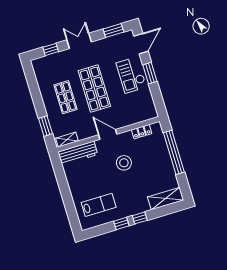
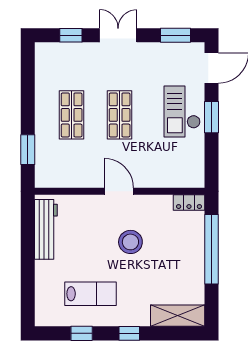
shop shelf: (94, 88) -> (120, 115), width x0.70, depth x0.74
locker: (142, 132) -> (189, 203), moved
shelving: (67, 140) -> (54, 180), removed
workbench: (78, 153) -> (46, 229), moved, turned -90
lab bench: (99, 205) -> (91, 294), moved
window: (121, 224) -> (82, 333), moved

